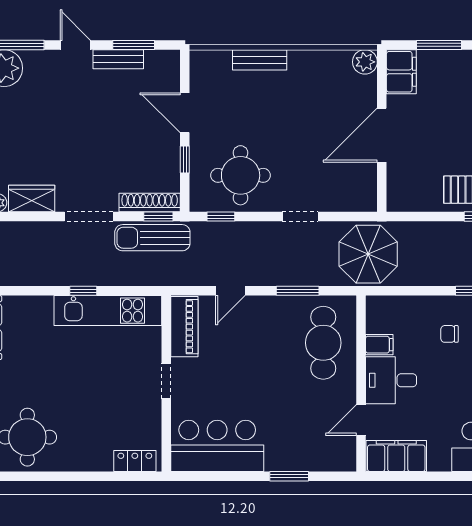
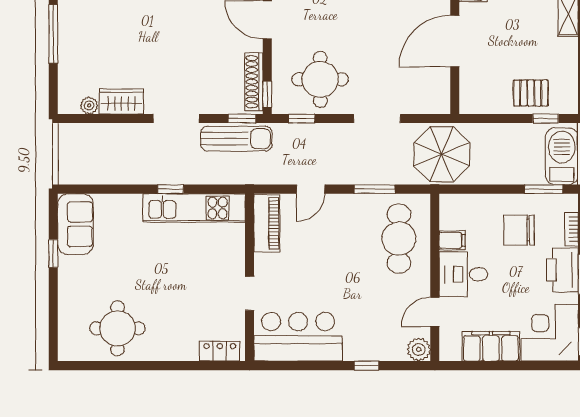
window: (185, 159) -> (267, 94), moved
shoe rack: (150, 202) -> (254, 82), moved, turned -90
doorway: (300, 217) -> (377, 119), width x1.38
sun lounger: (152, 238) -> (236, 139), turned 180
chair: (449, 334) -> (519, 230), width x1.87, depth x1.87
doorway: (166, 381) -> (250, 293), moved
filing cabinet: (396, 456) -> (491, 346), moved
plant: (344, 459) -> (419, 349), added
window: (289, 476) -> (366, 366), width x0.67

